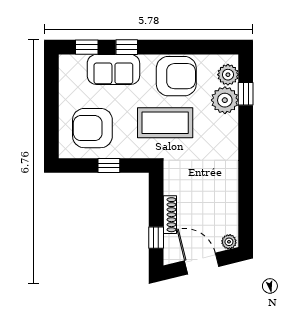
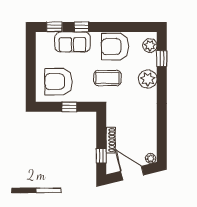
armchair: (176, 76) -> (115, 47), turned 180
plant: (225, 100) -> (148, 79), moved
coffee table: (165, 123) -> (107, 78), width x0.73, depth x0.76

